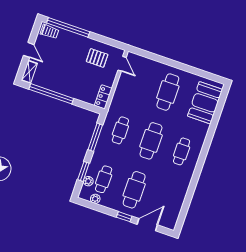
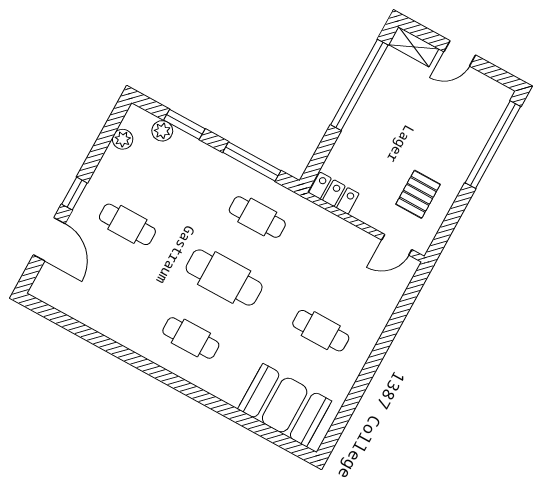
trolley: (50, 32) -> (491, 104), removed
cafe table: (168, 92) -> (321, 331), width x0.73, depth x0.74
cafe table: (104, 179) -> (161, 164), removed
cafe table: (134, 190) -> (127, 224), width x0.73, depth x0.74

